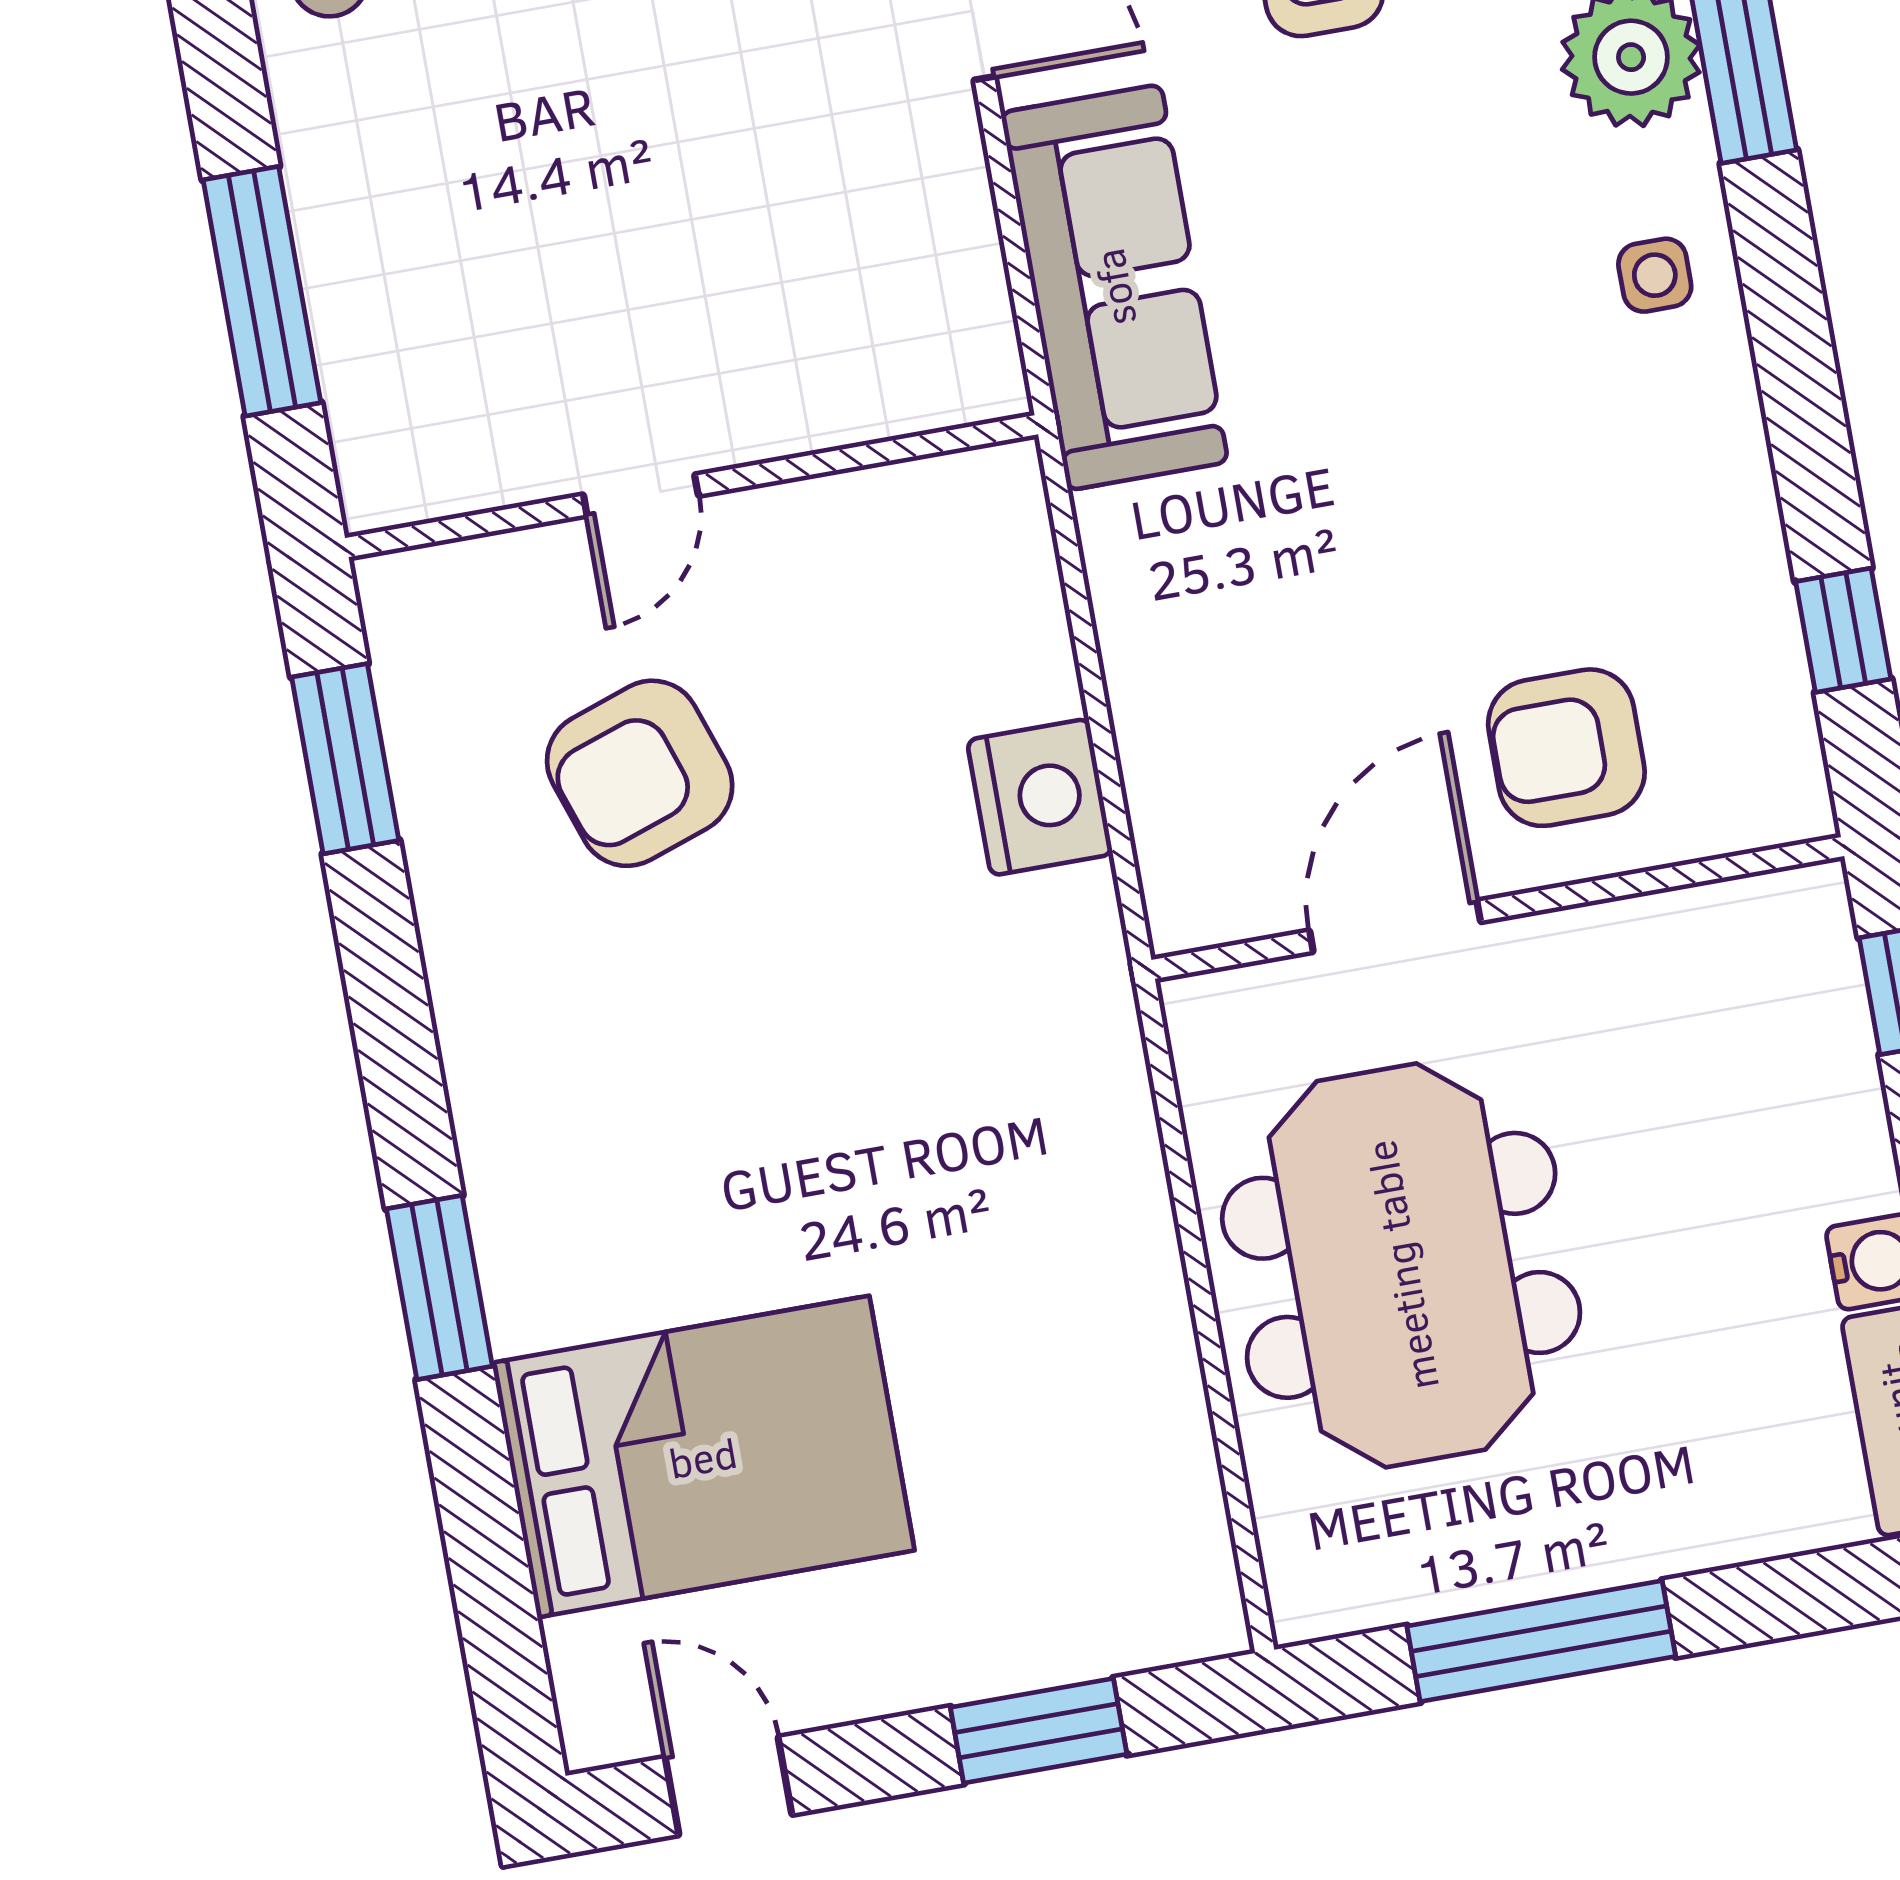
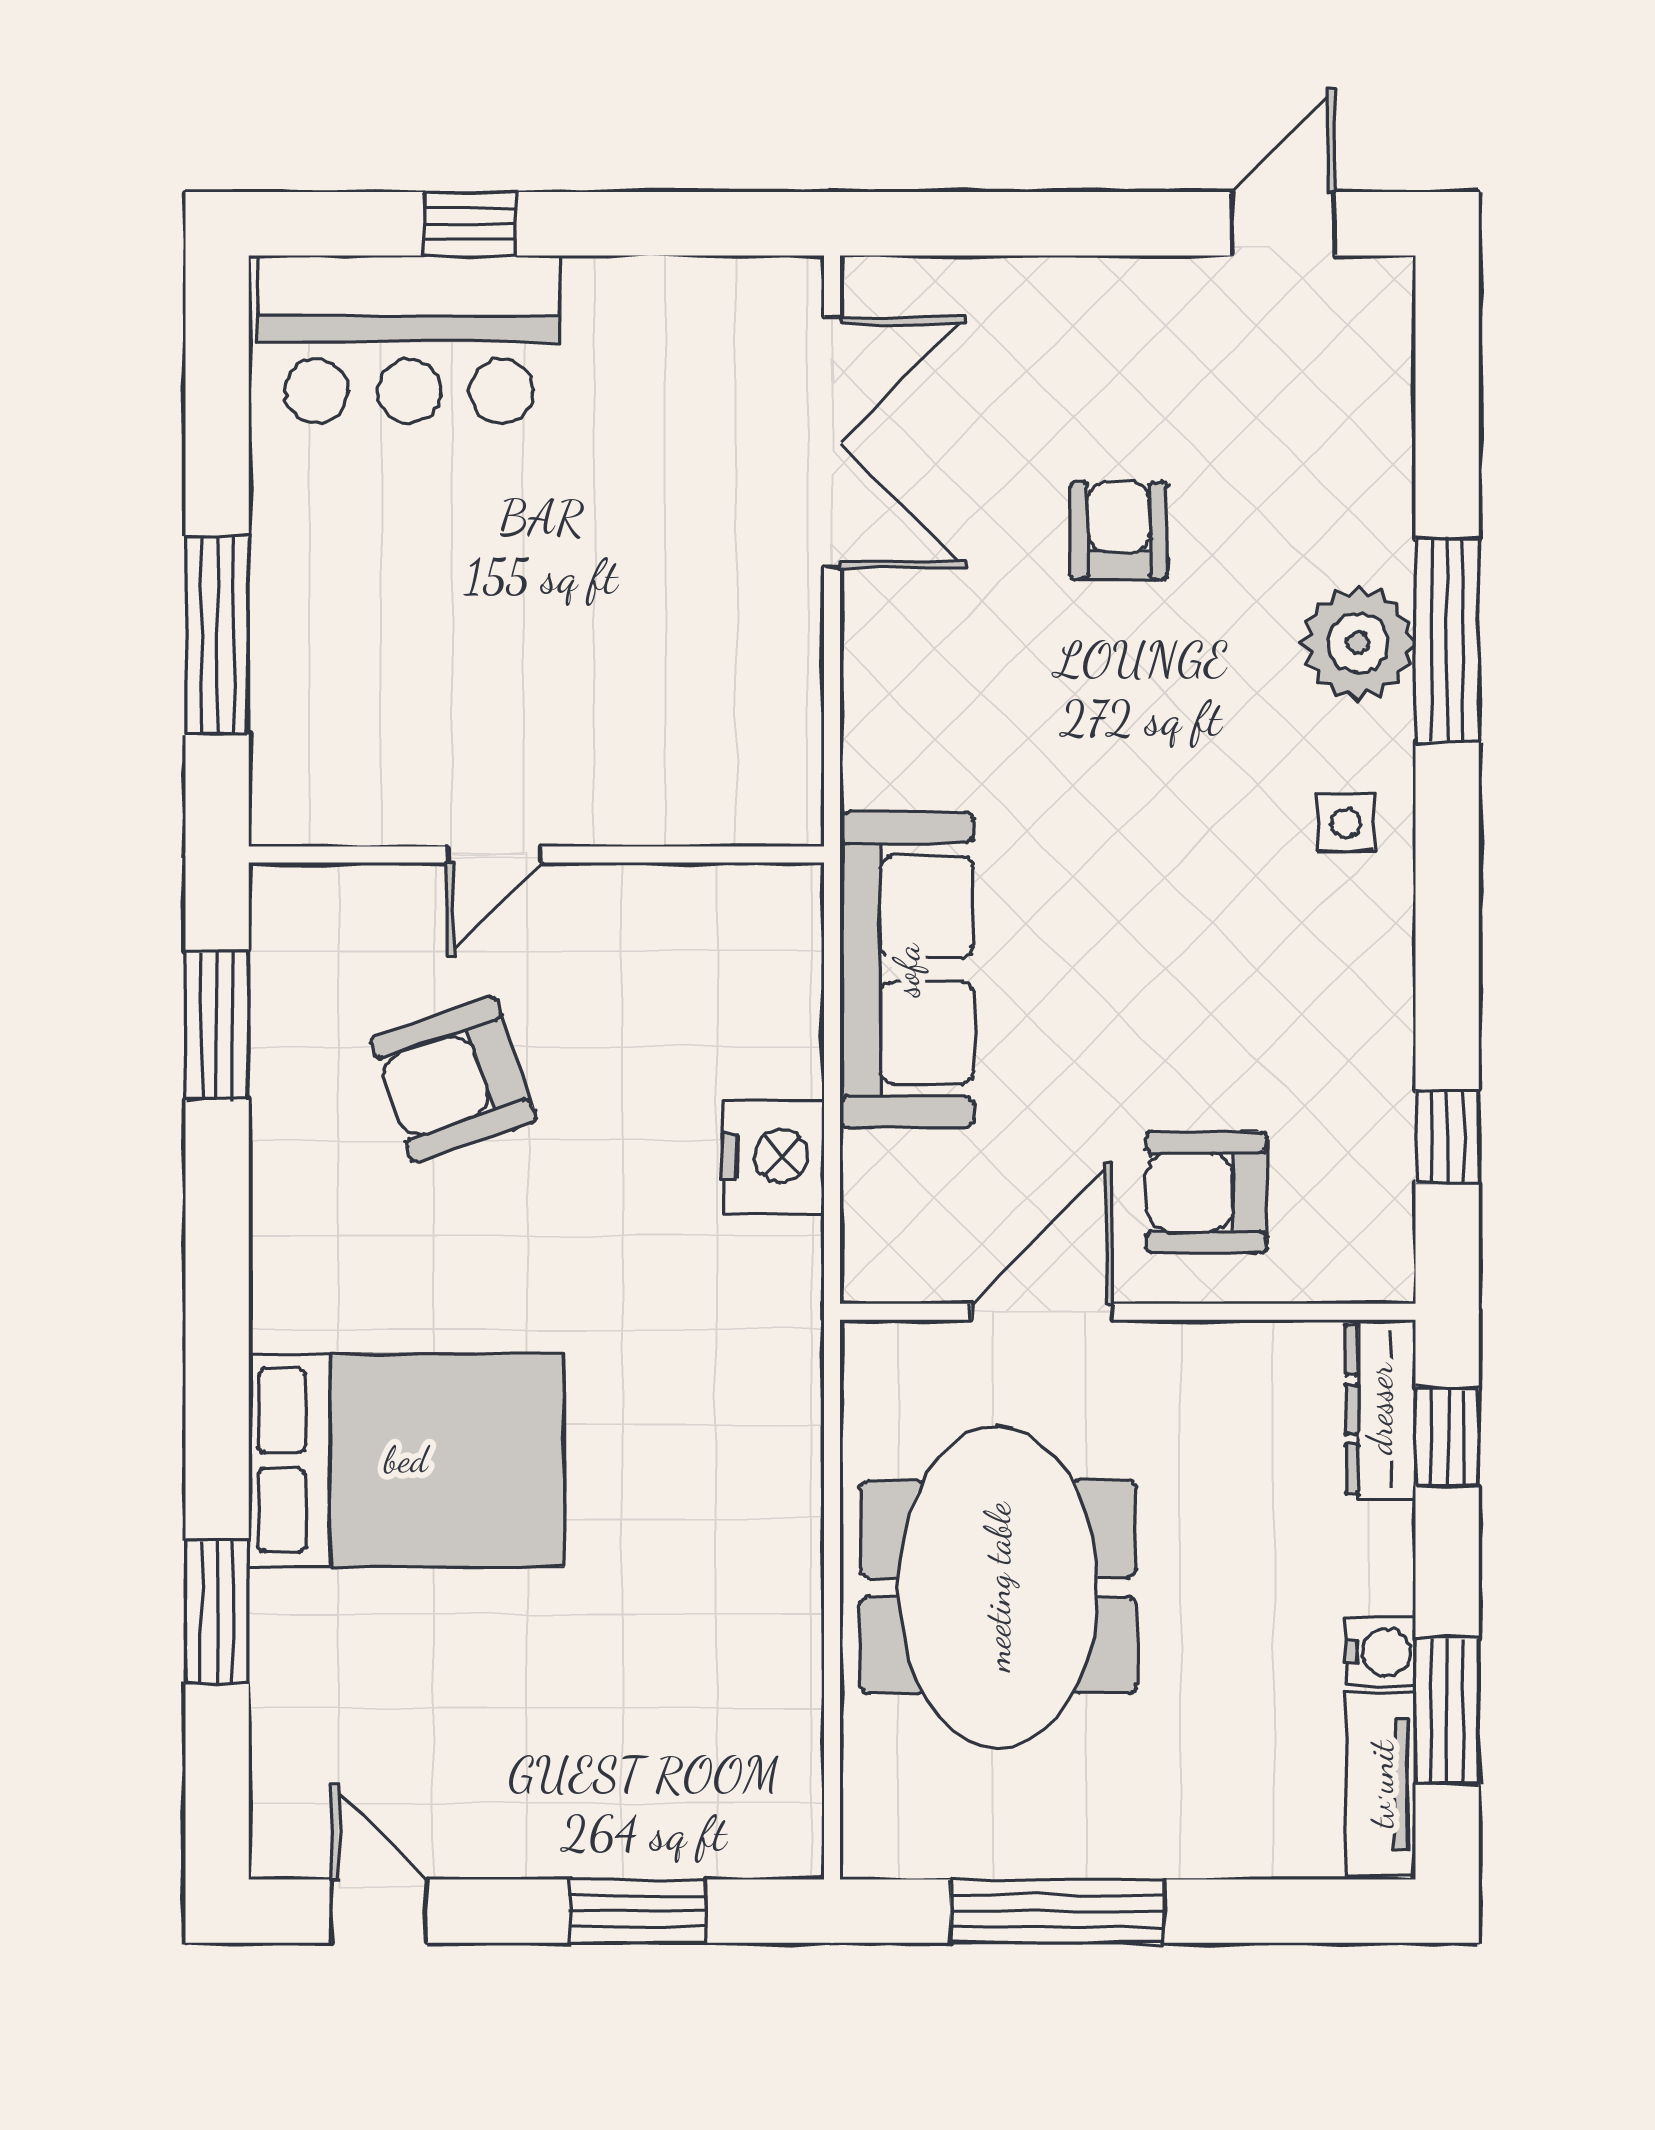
sofa: (1114, 287) -> (907, 970), moved
dresser: (1822, 971) -> (1380, 1409), added
window: (439, 1288) -> (217, 1611), moved
bed: (703, 1457) -> (406, 1460), moved

